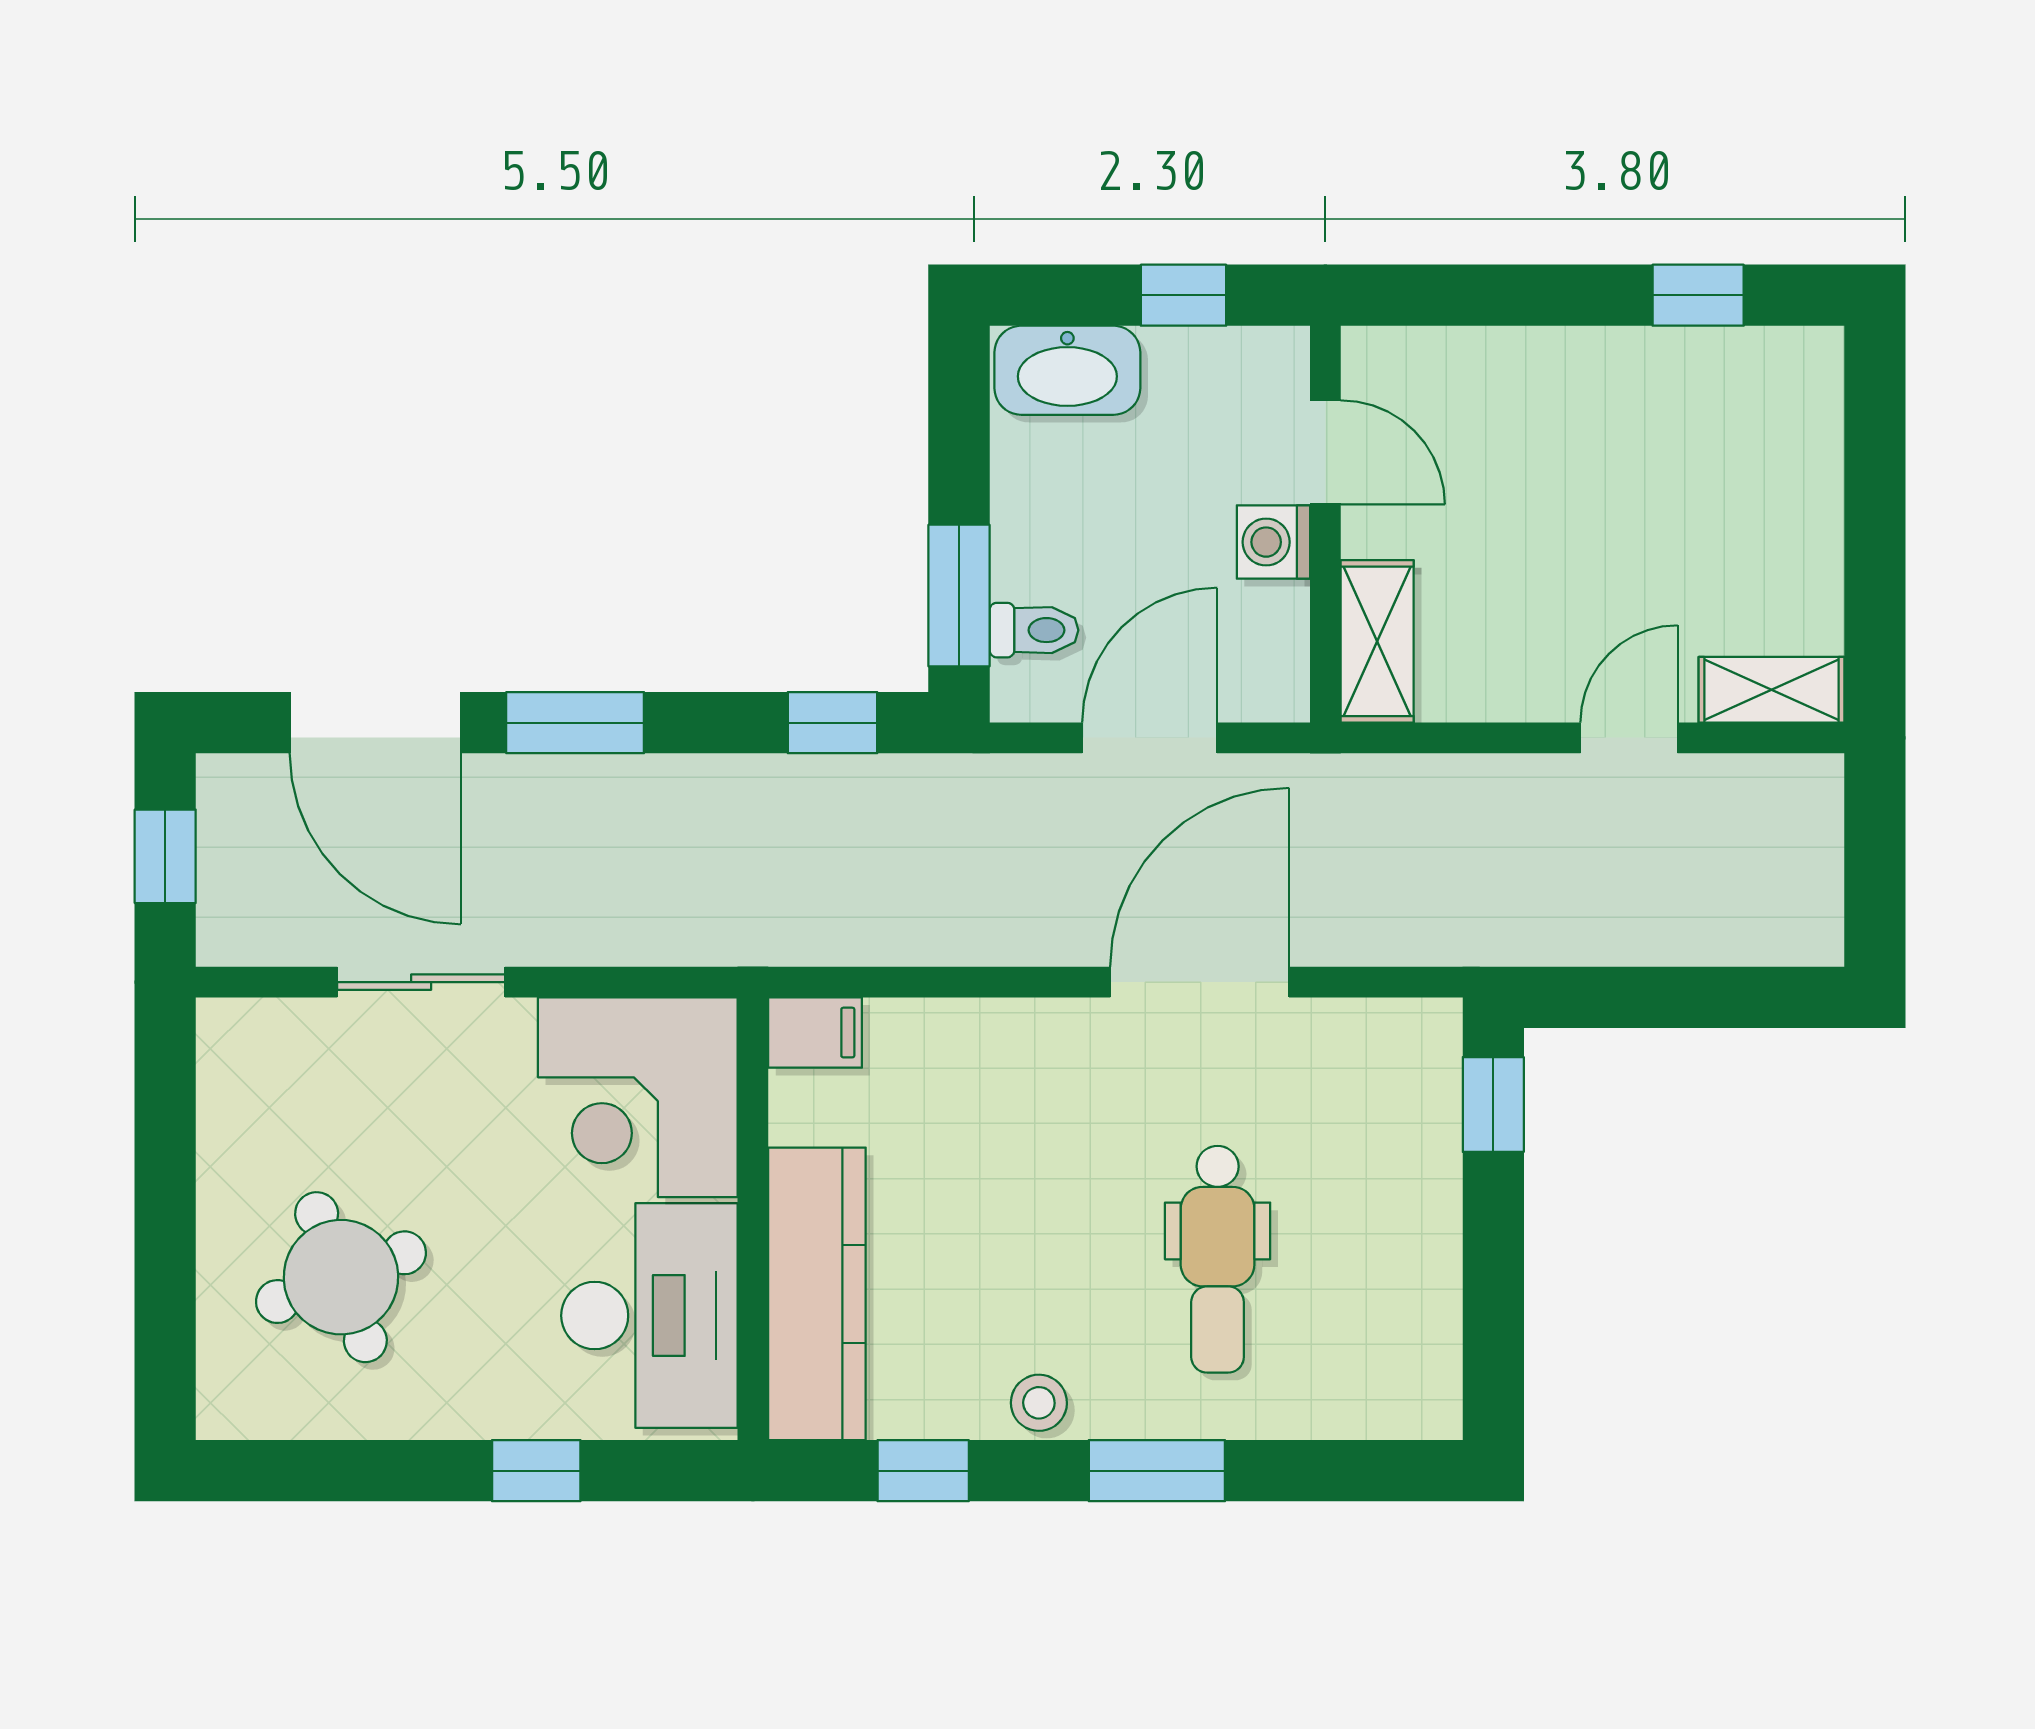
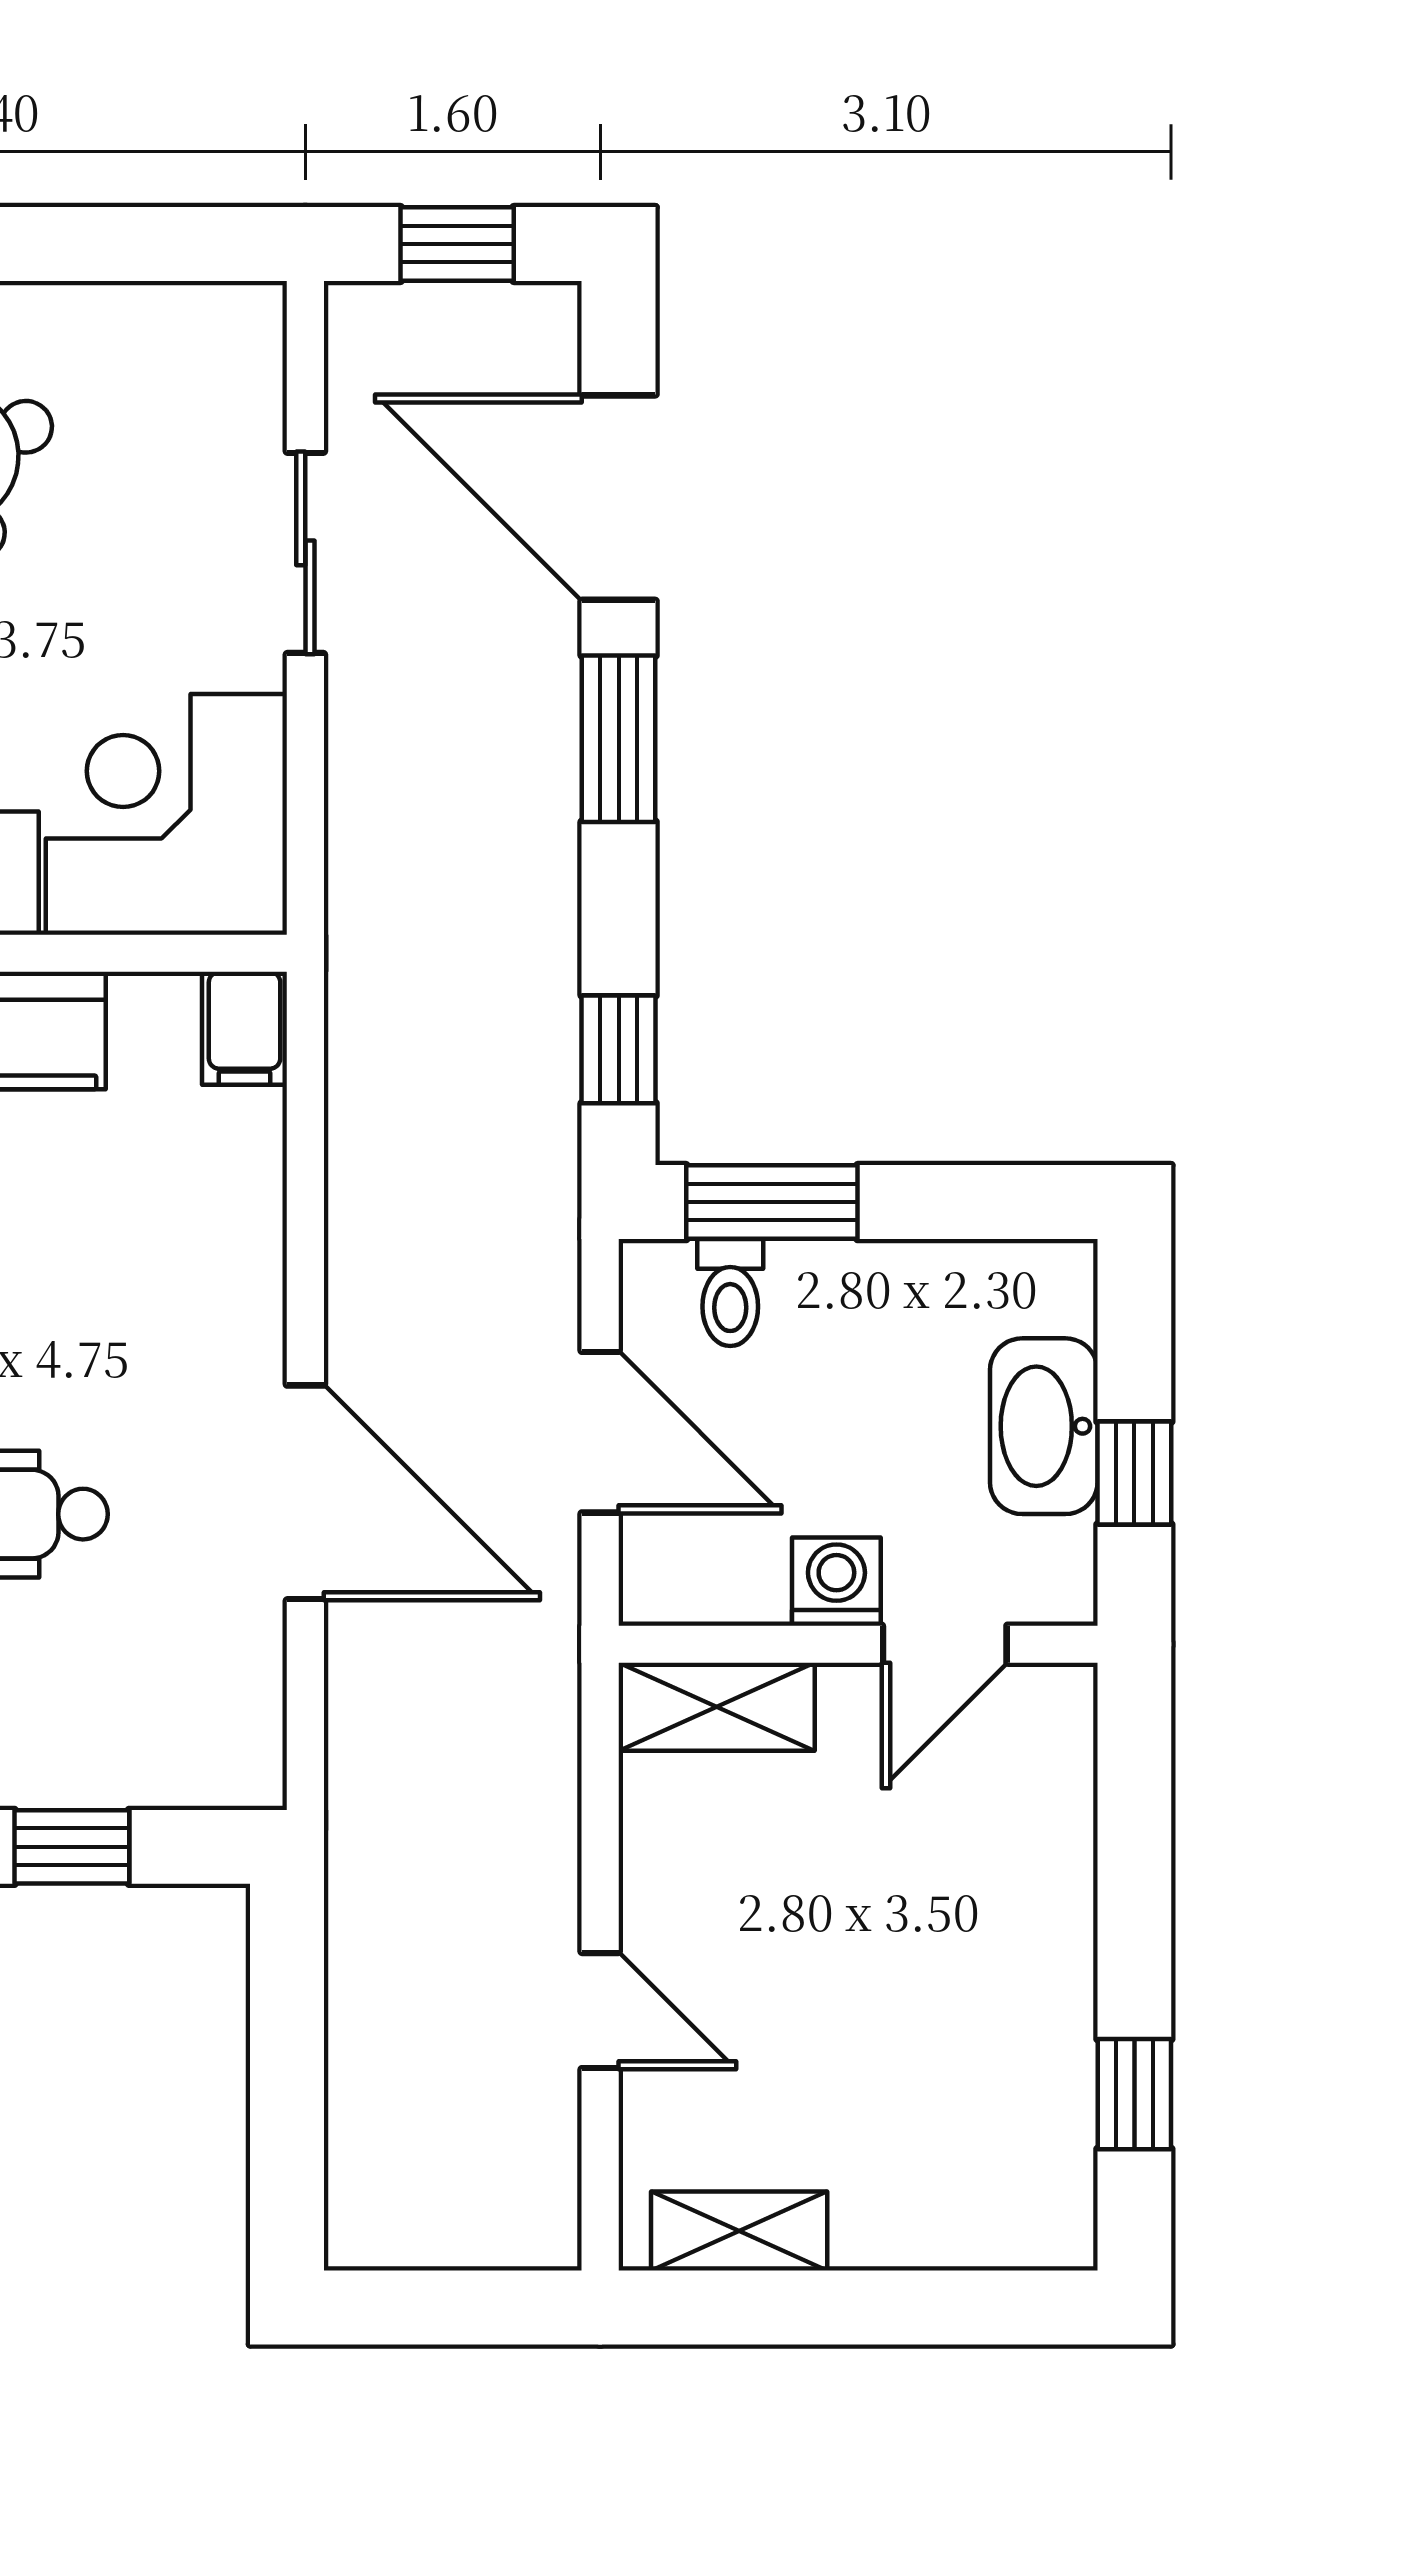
washbasin: (1067, 370) -> (1044, 1426), moved
shelving: (1771, 690) -> (739, 2231), moved, turned 90
door: (375, 723) -> (619, 498), hinge flipped
window: (1493, 1105) -> (72, 1847), moved

